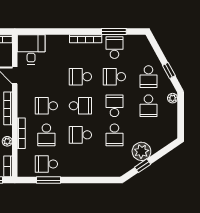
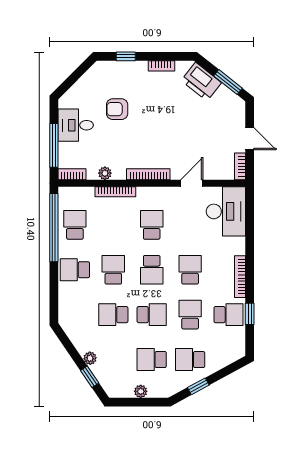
window: (114, 32) -> (250, 314), width x0.67
desk: (31, 50) -> (226, 211), width x1.37
plant: (173, 98) -> (141, 391), moved
school desk: (46, 135) -> (75, 270), moved
plant: (141, 151) -> (90, 358), width x0.53, depth x0.53
window: (143, 166) -> (90, 377), moved
window: (49, 180) -> (54, 228), width x2.11

